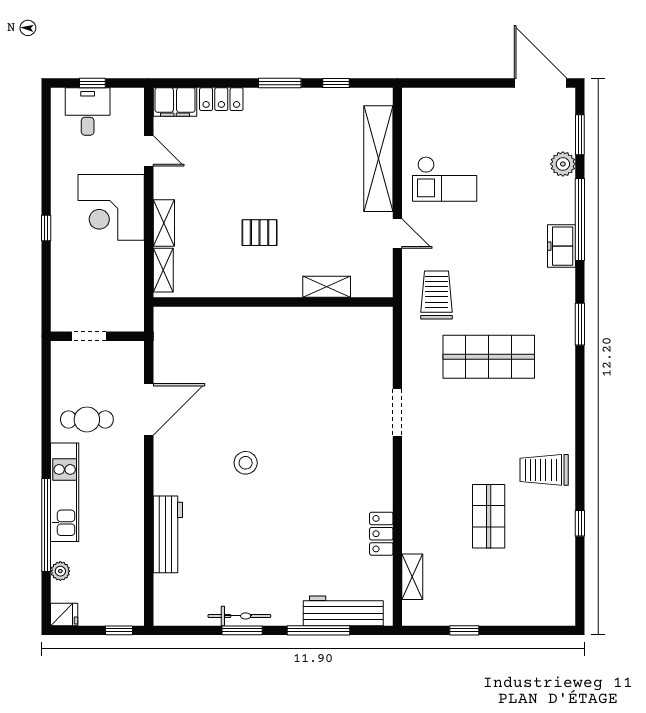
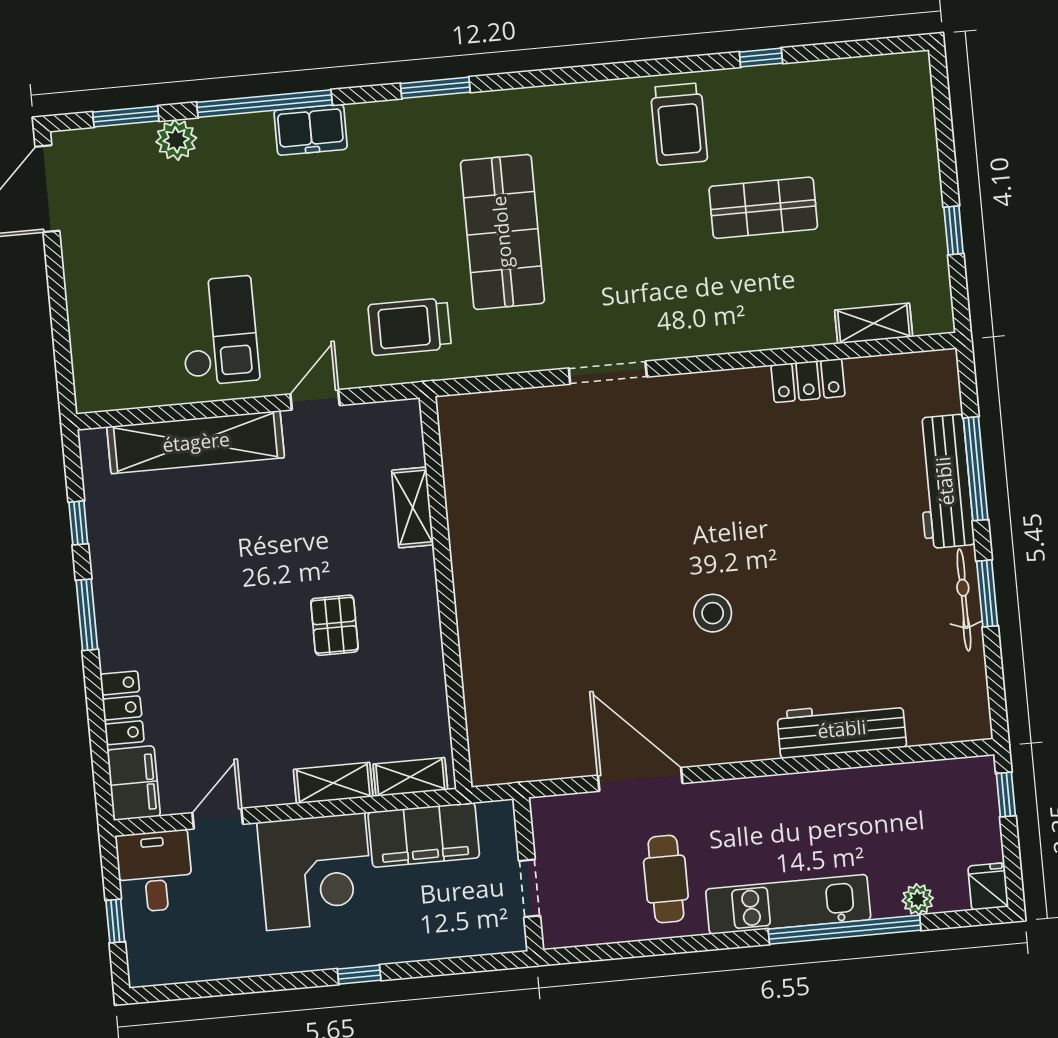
desk: (88, 111) -> (155, 871), moved, turned 90
filing cabinet: (127, 275) -> (424, 835), added
workbench: (343, 611) -> (945, 481), moved

